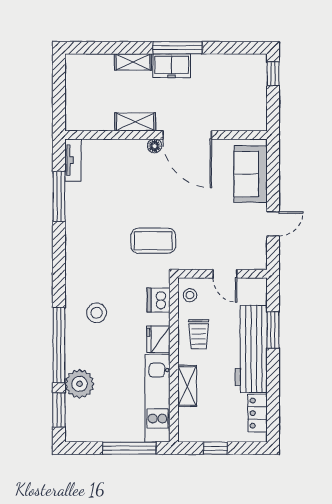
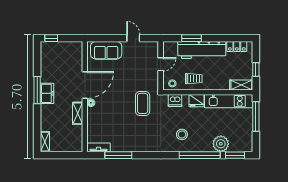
shelving: (133, 62) -> (45, 142), moved
shelving: (187, 386) -> (241, 85), moved

